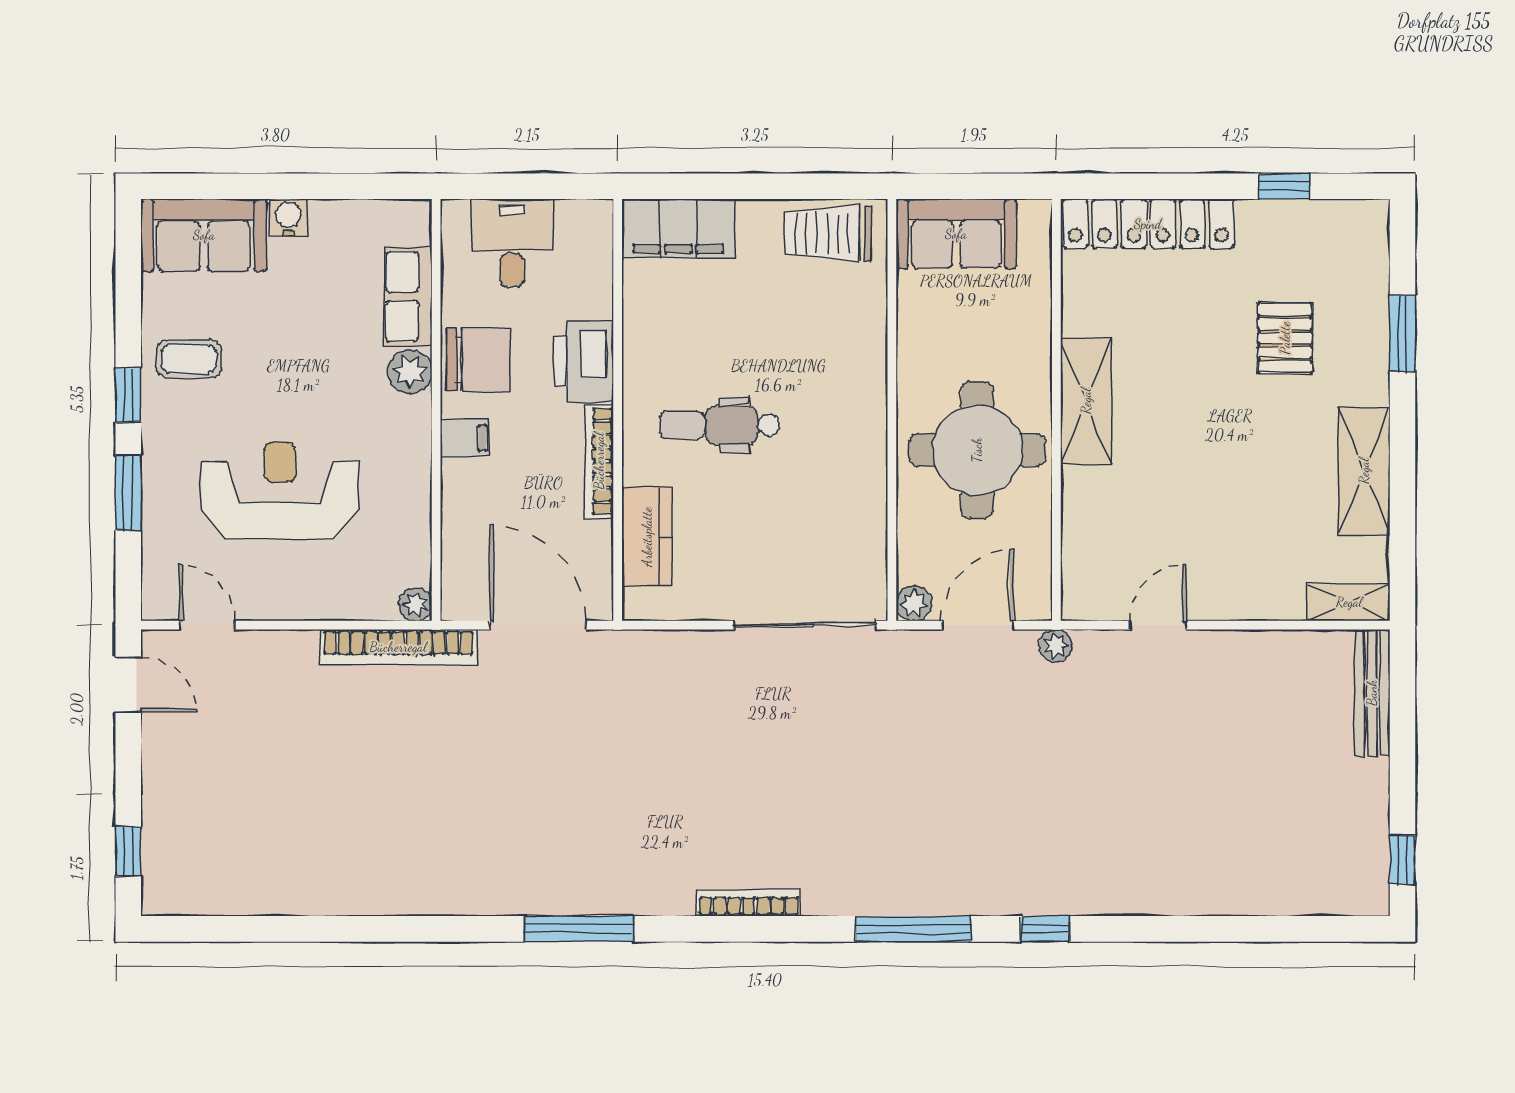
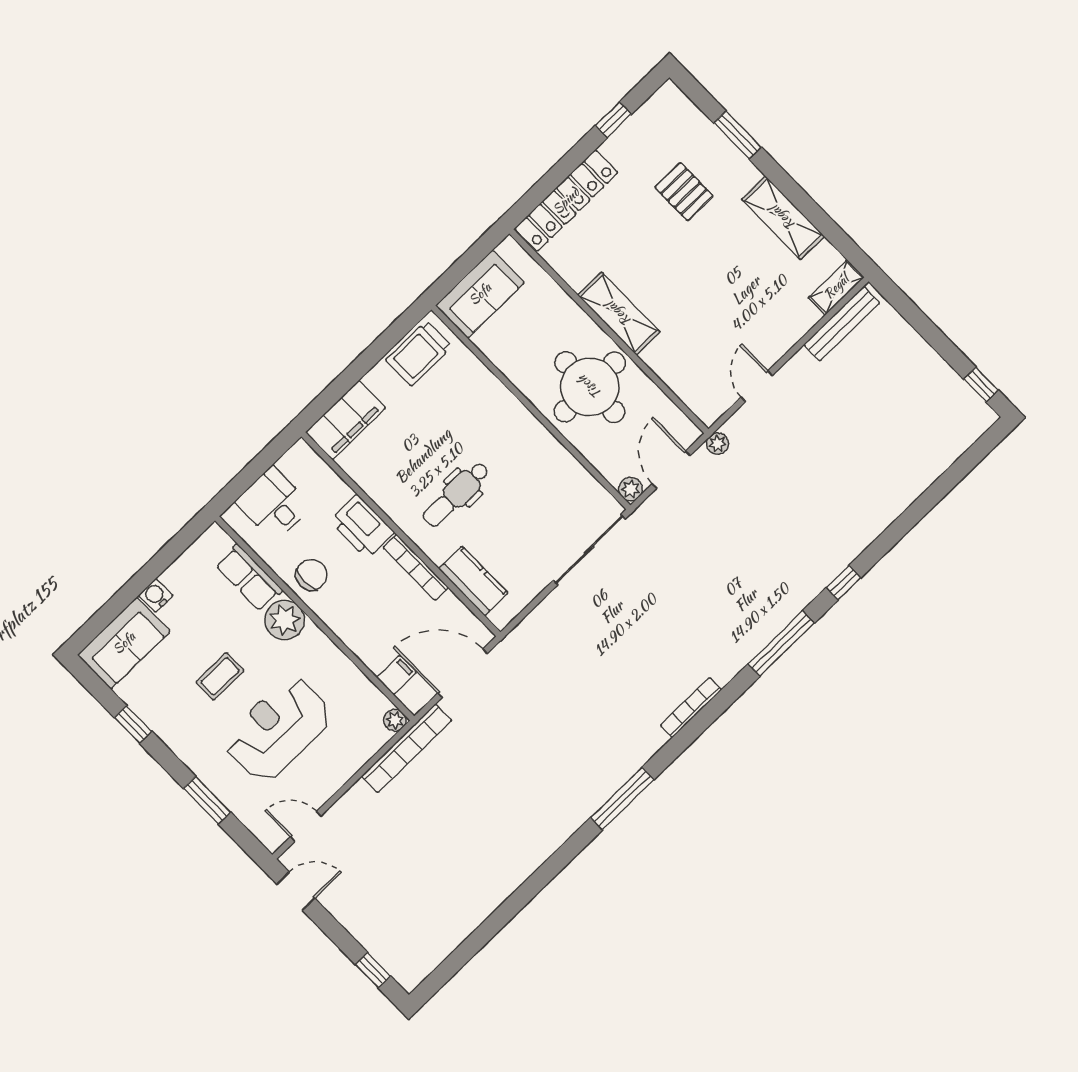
coffee table: (189, 359) -> (220, 676), moved
chair: (478, 359) -> (311, 575), width x0.73, depth x0.73
plant: (410, 372) -> (285, 620), width x1.36, depth x1.36
window: (128, 395) -> (133, 724), moved
filing cabinet: (465, 438) -> (397, 675), moved
bench: (1372, 693) -> (842, 324), moved, turned 90

